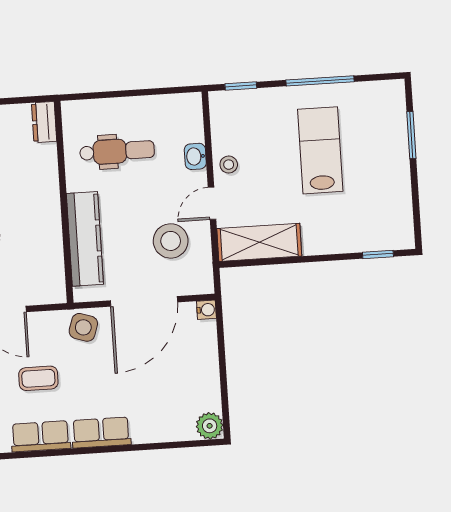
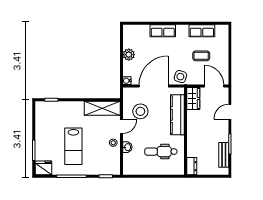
fridge: (386, 96) -> (44, 168), added
wardrobe: (51, 279) -> (193, 98), added
plant: (210, 426) -> (129, 55), moved
row of seats: (101, 432) -> (163, 31), moved

